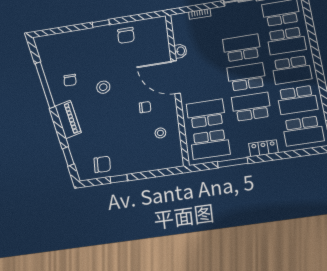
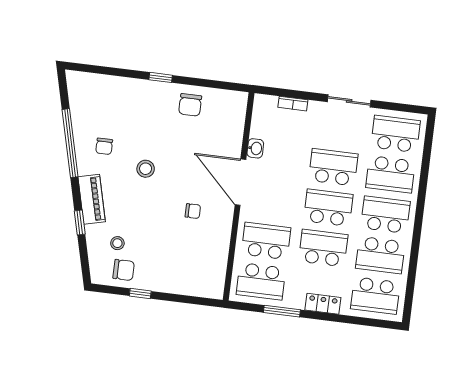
school desk: (292, 70) -> (385, 215), turned 180
stool: (160, 133) -> (117, 243), moved
window: (68, 156) -> (80, 222), moved

